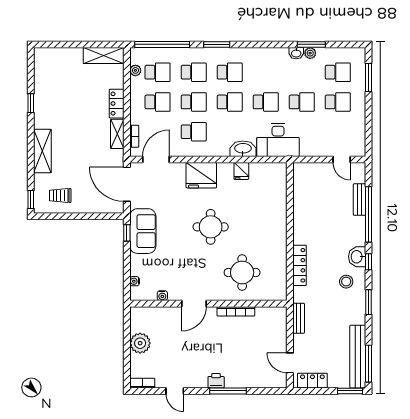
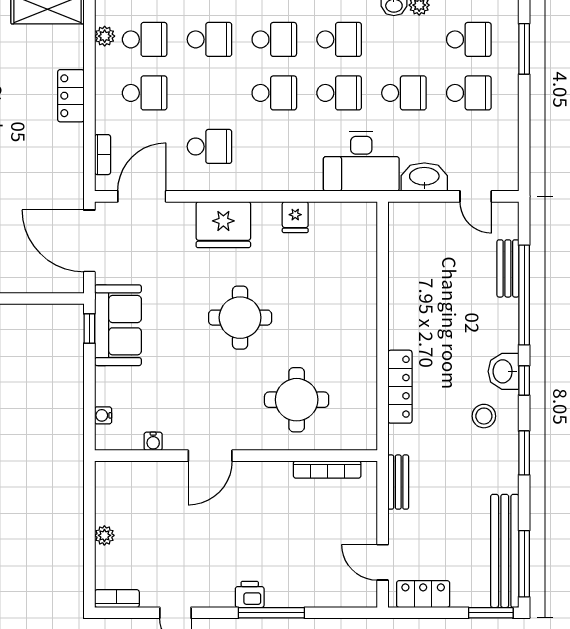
school desk: (194, 102) -> (339, 39), moved
shelving: (117, 134) -> (72, 150), removed
washbasin: (243, 149) -> (424, 177), moved
bookcase: (236, 311) -> (327, 470), moved
plant: (140, 343) -> (104, 535), width x0.53, depth x0.53

